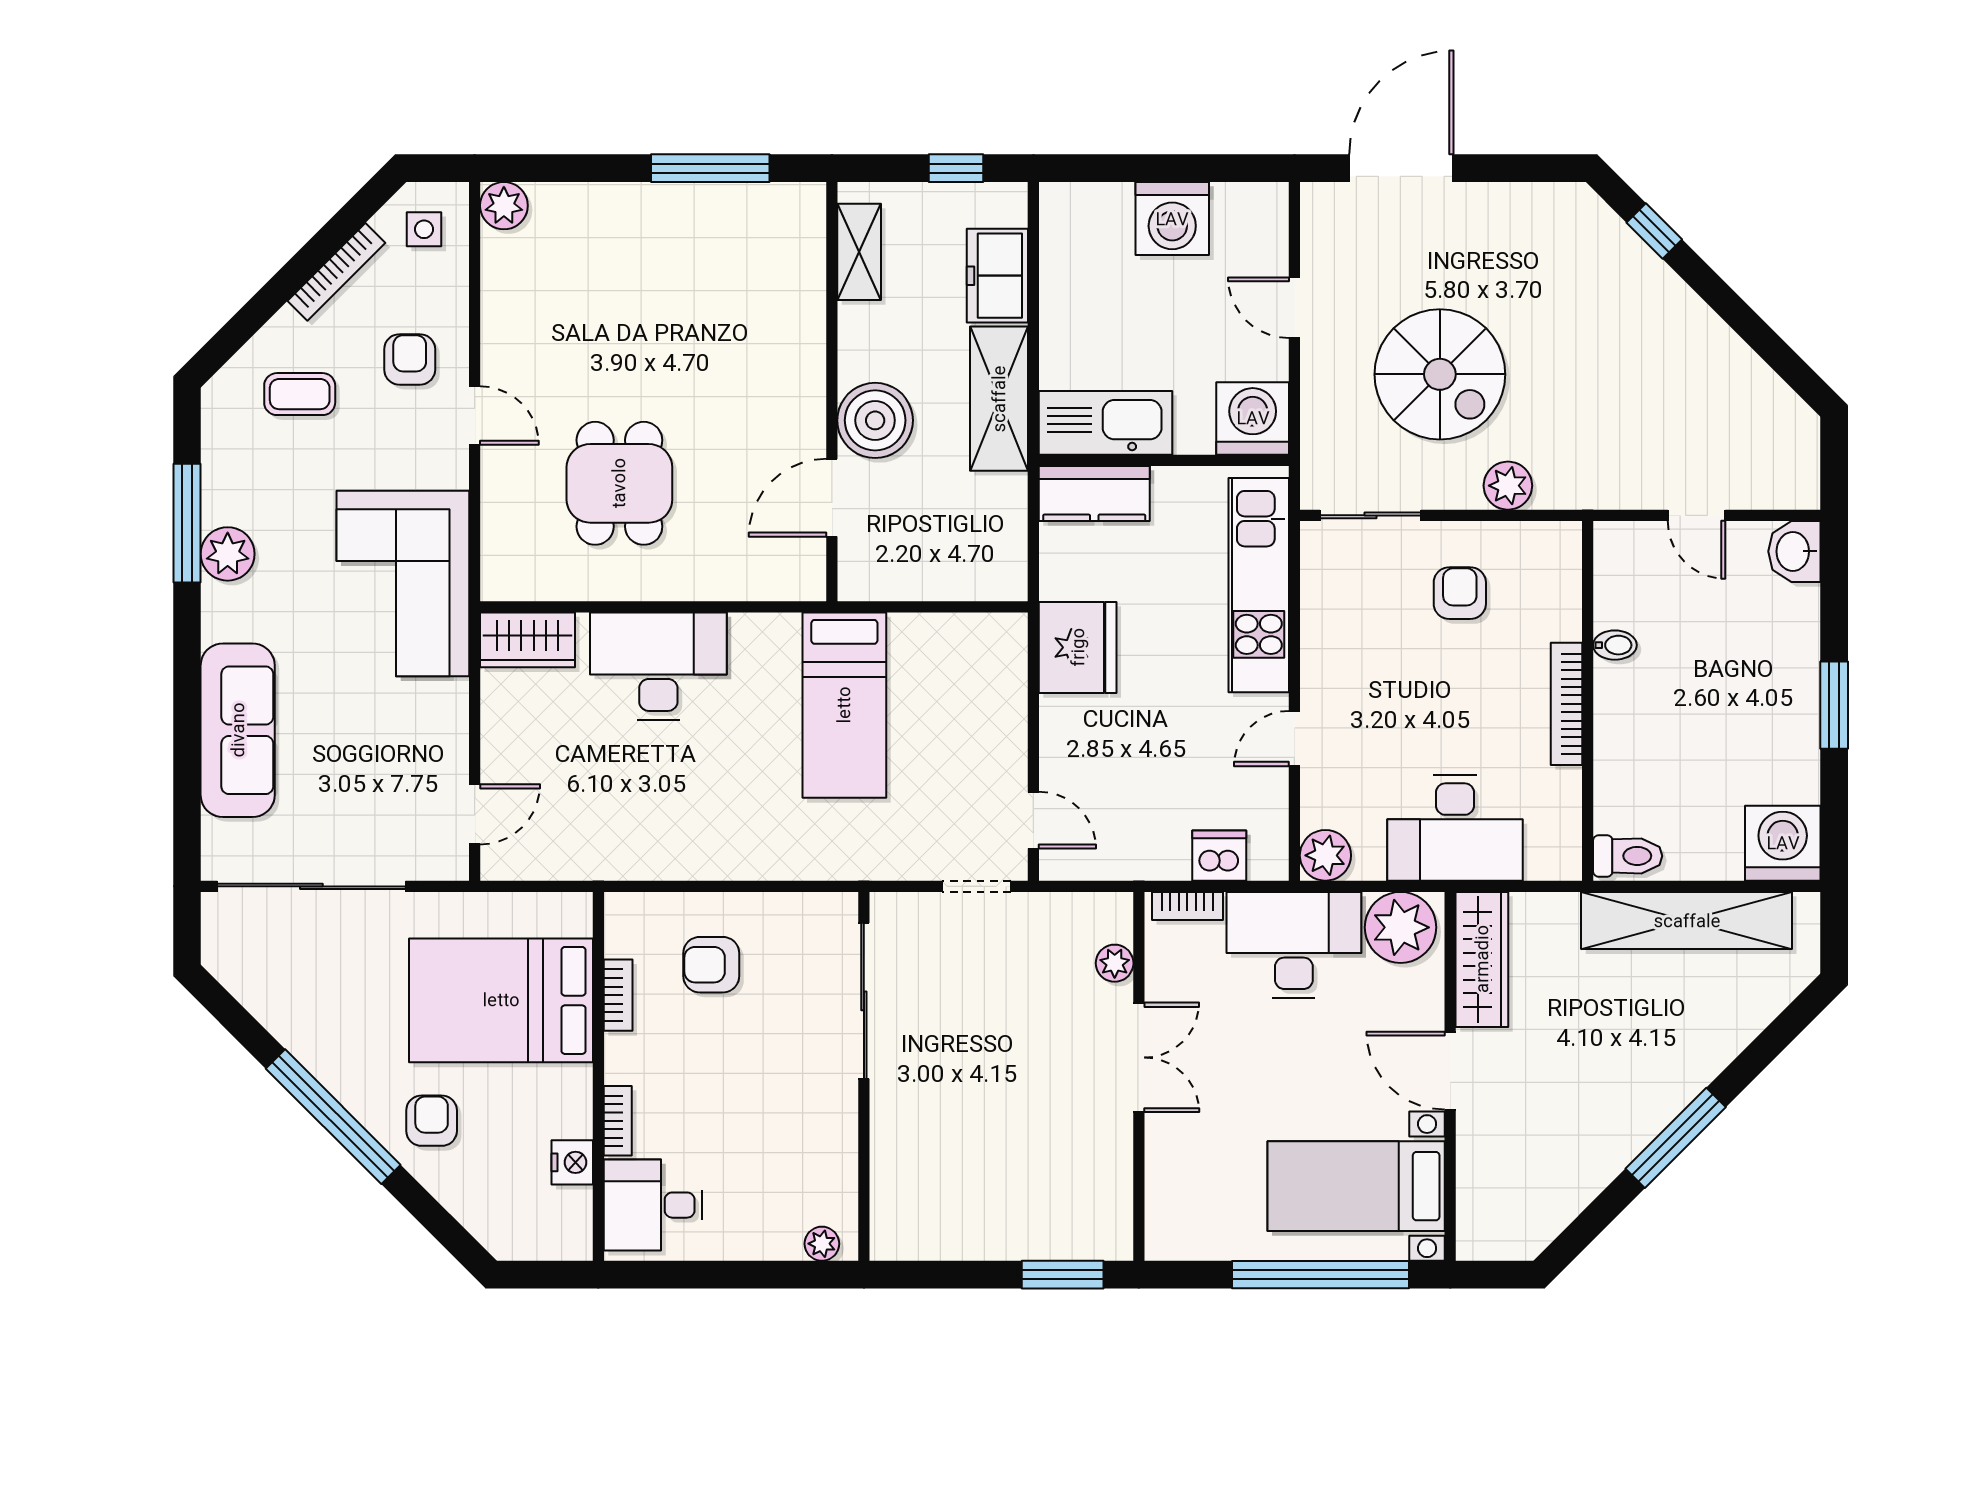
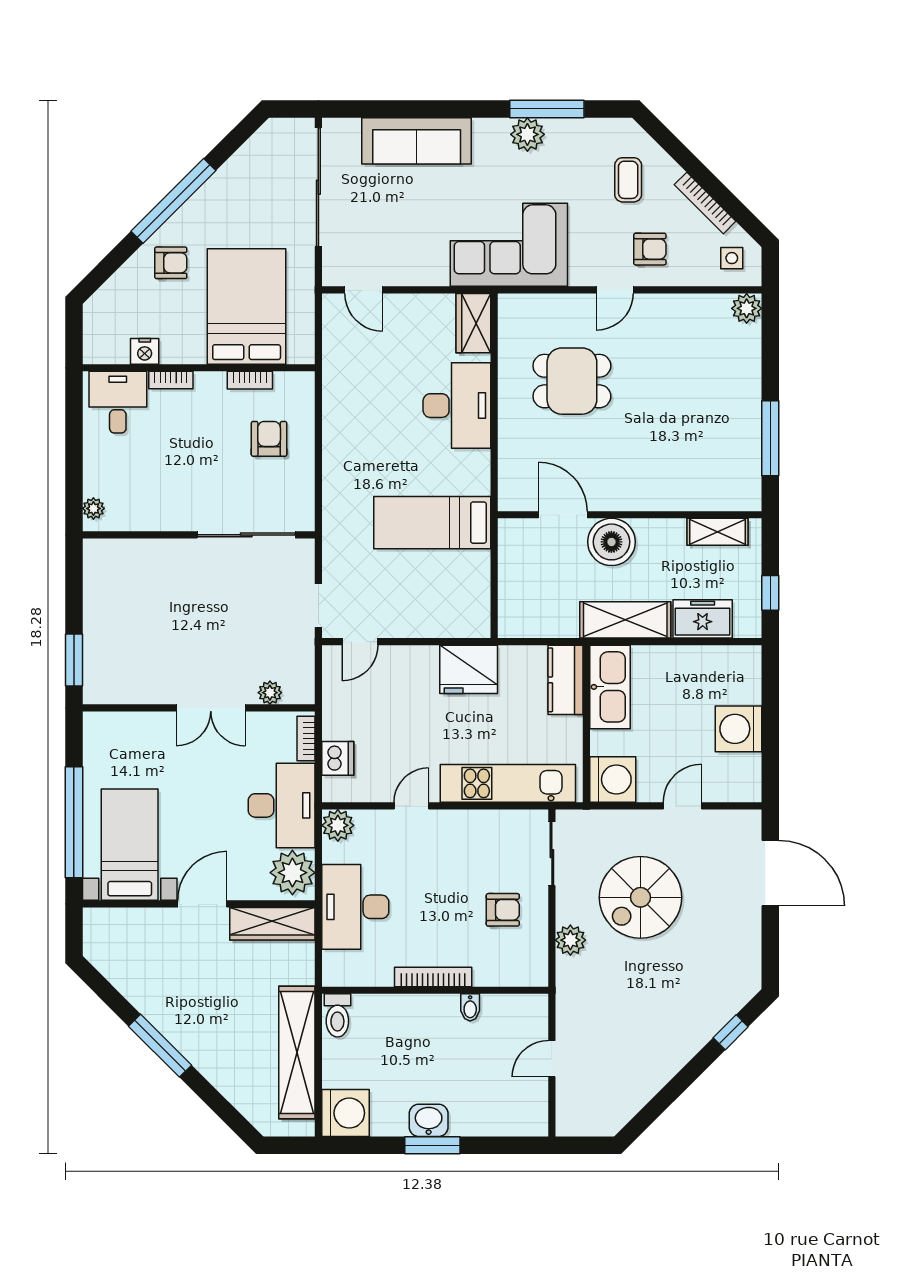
washbasin: (1794, 551) -> (429, 1120), moved
door: (1294, 739) -> (411, 806), hinge flipped

